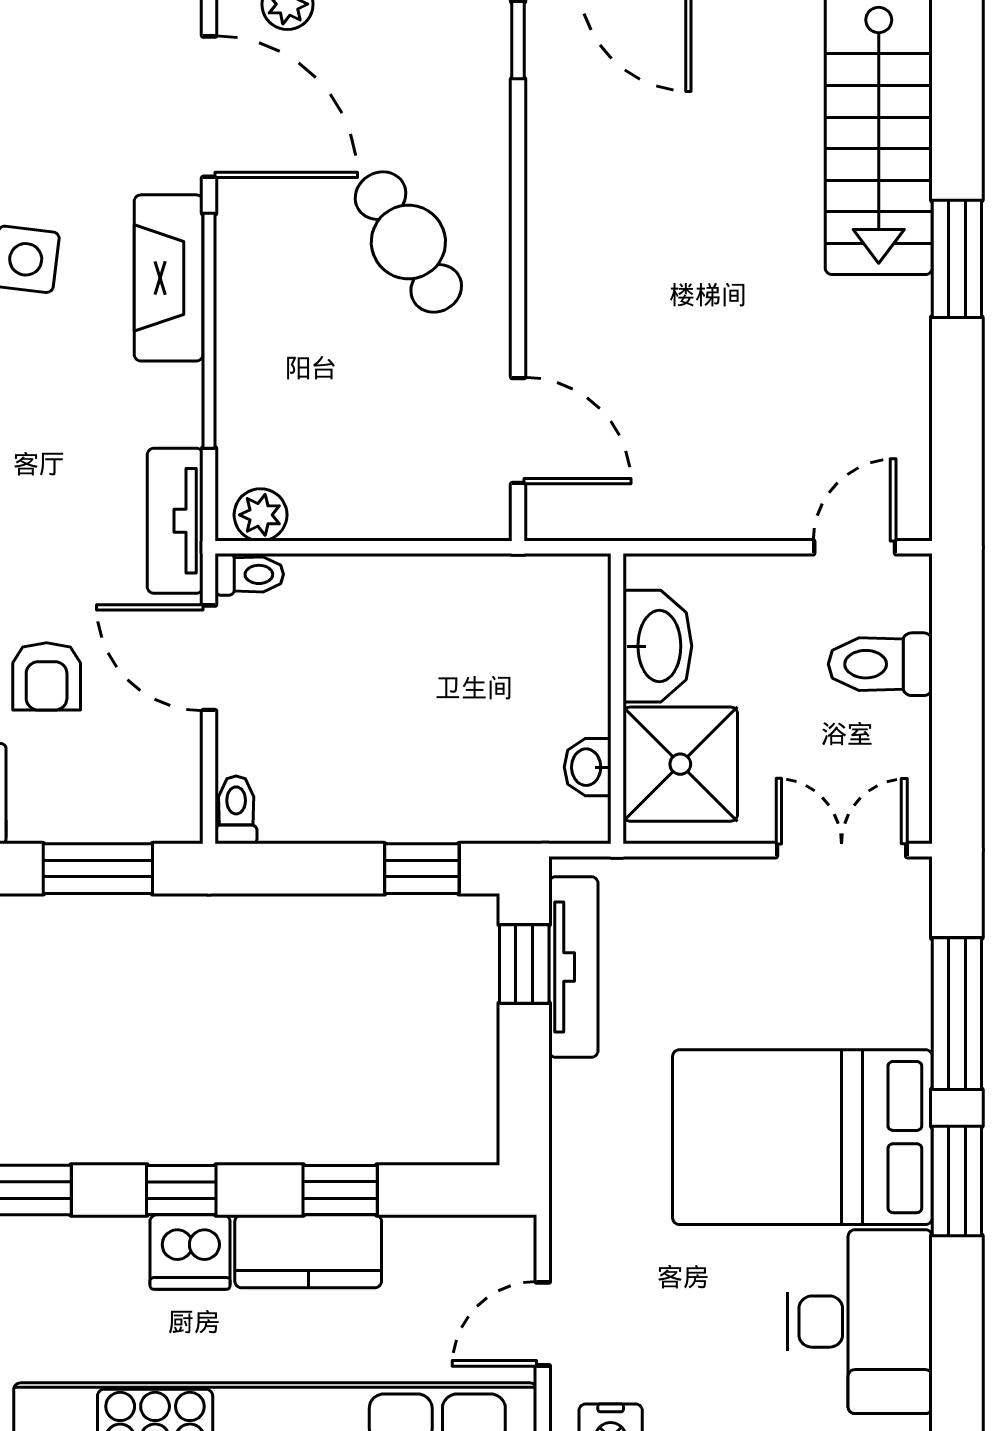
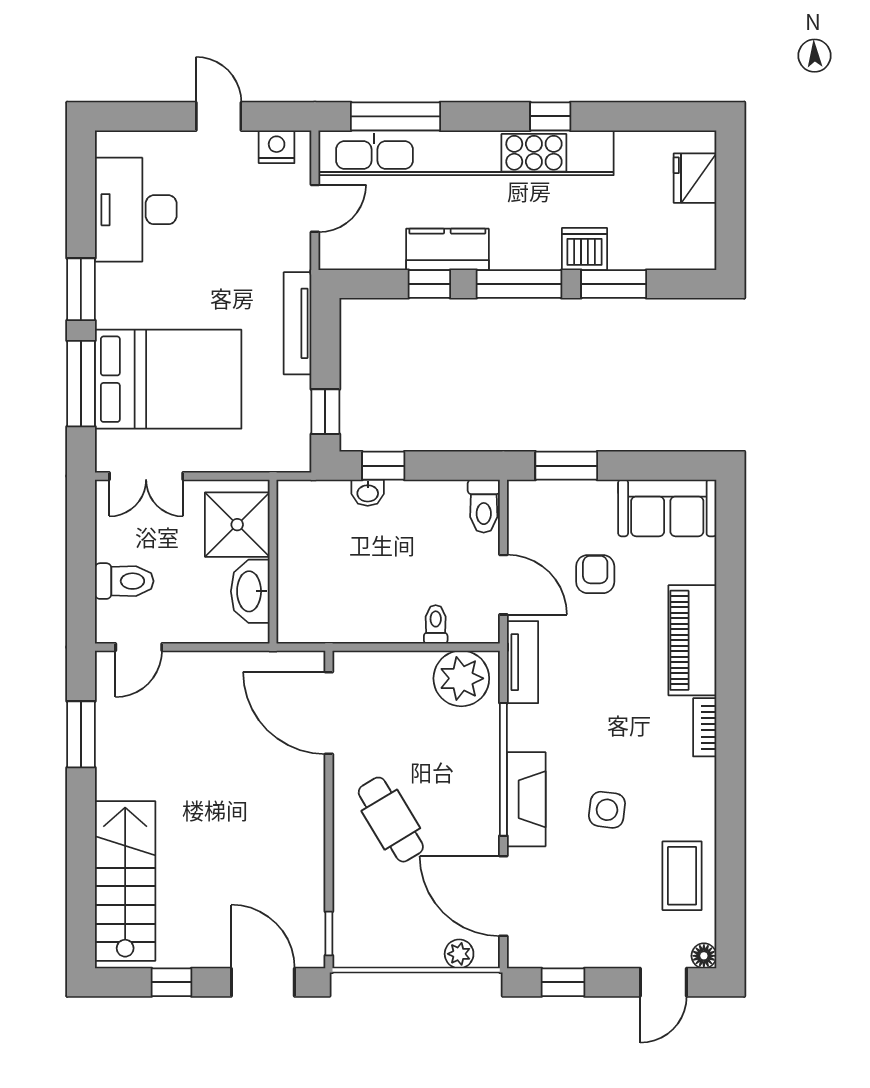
window: (957, 259) -> (81, 734), moved
door: (518, 431) -> (329, 713), width x1.36
plant: (261, 515) -> (461, 678), width x1.88, depth x1.88
toilet: (249, 574) -> (436, 624), moved, turned 90
washbasin: (588, 767) -> (368, 493), moved, turned 90
toilet: (236, 810) -> (484, 506), width x1.37, depth x1.39
tv unit: (573, 967) -> (298, 323), moved
bed: (802, 1137) -> (168, 379), moved
window: (181, 1190) -> (519, 284), width x2.17
dishwasher: (190, 1252) -> (584, 249), moved

